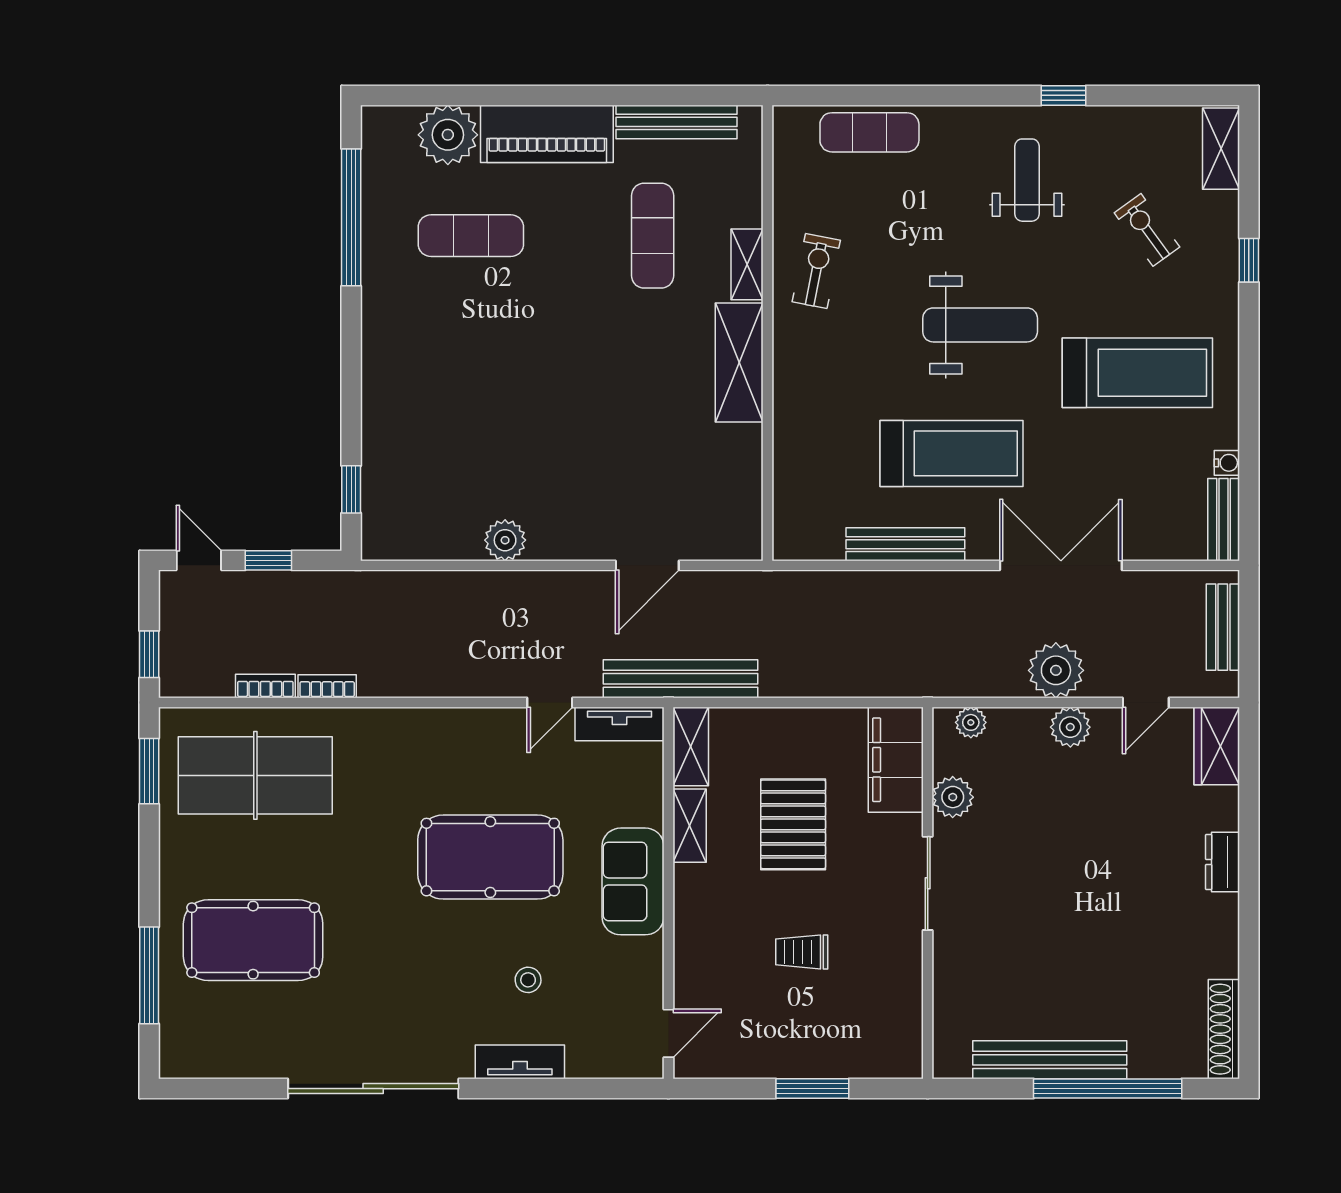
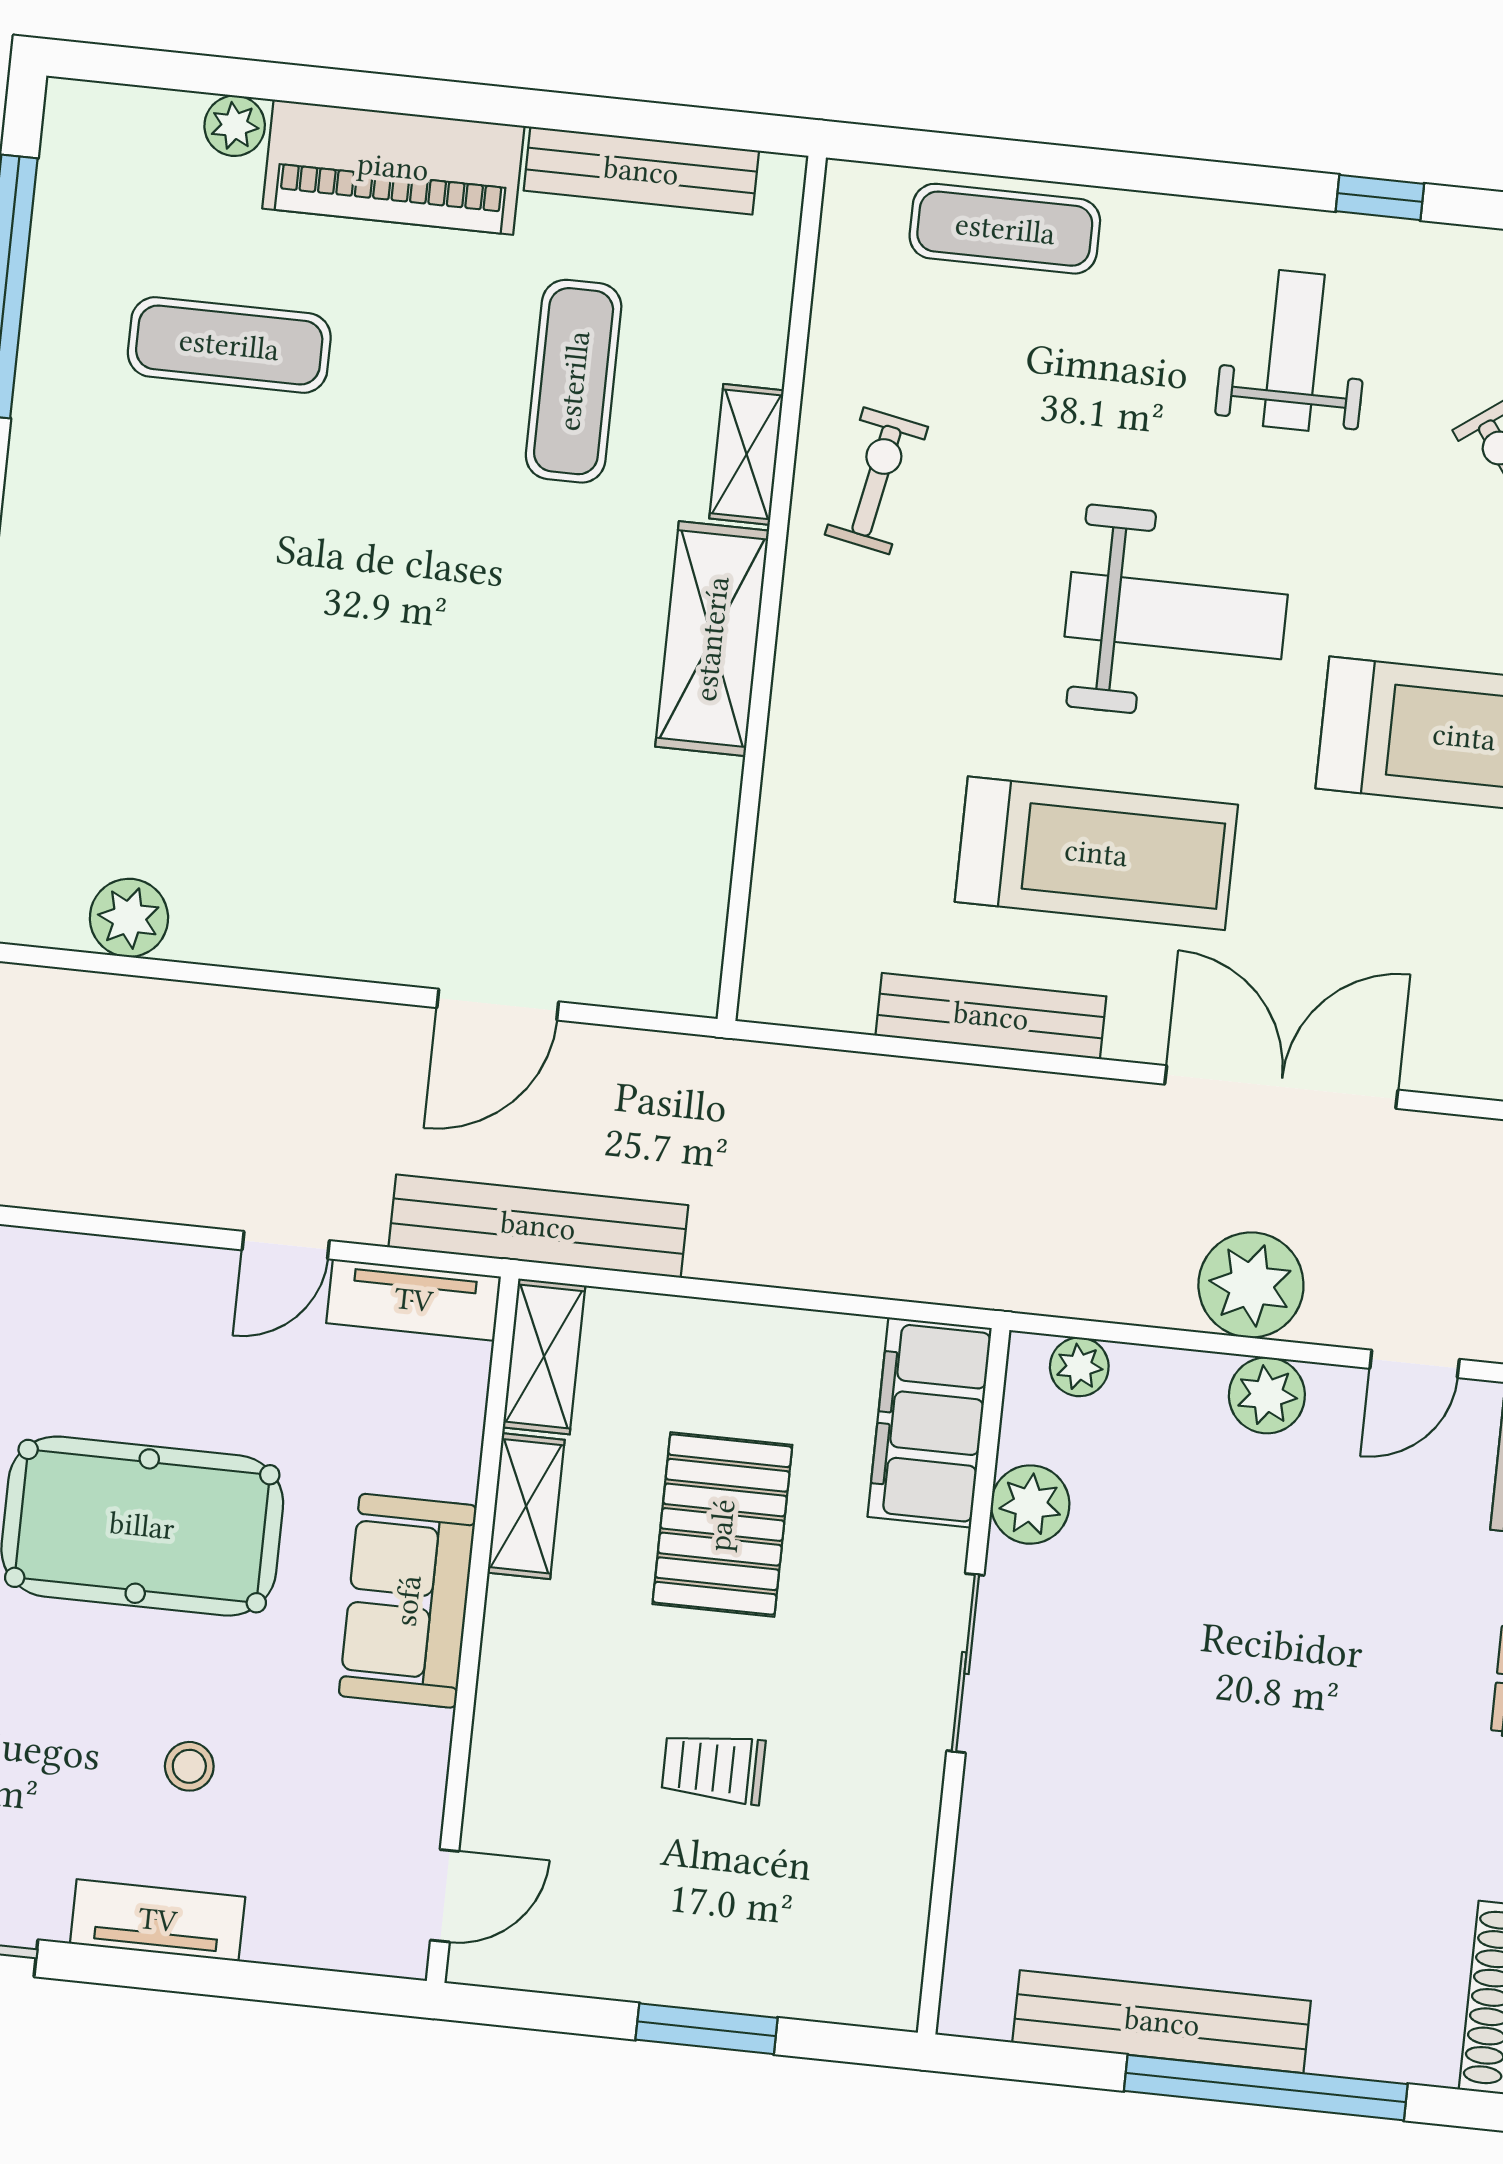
plant: (448, 135) -> (235, 126), width x0.53, depth x0.53
plant: (505, 540) -> (129, 918), moved

